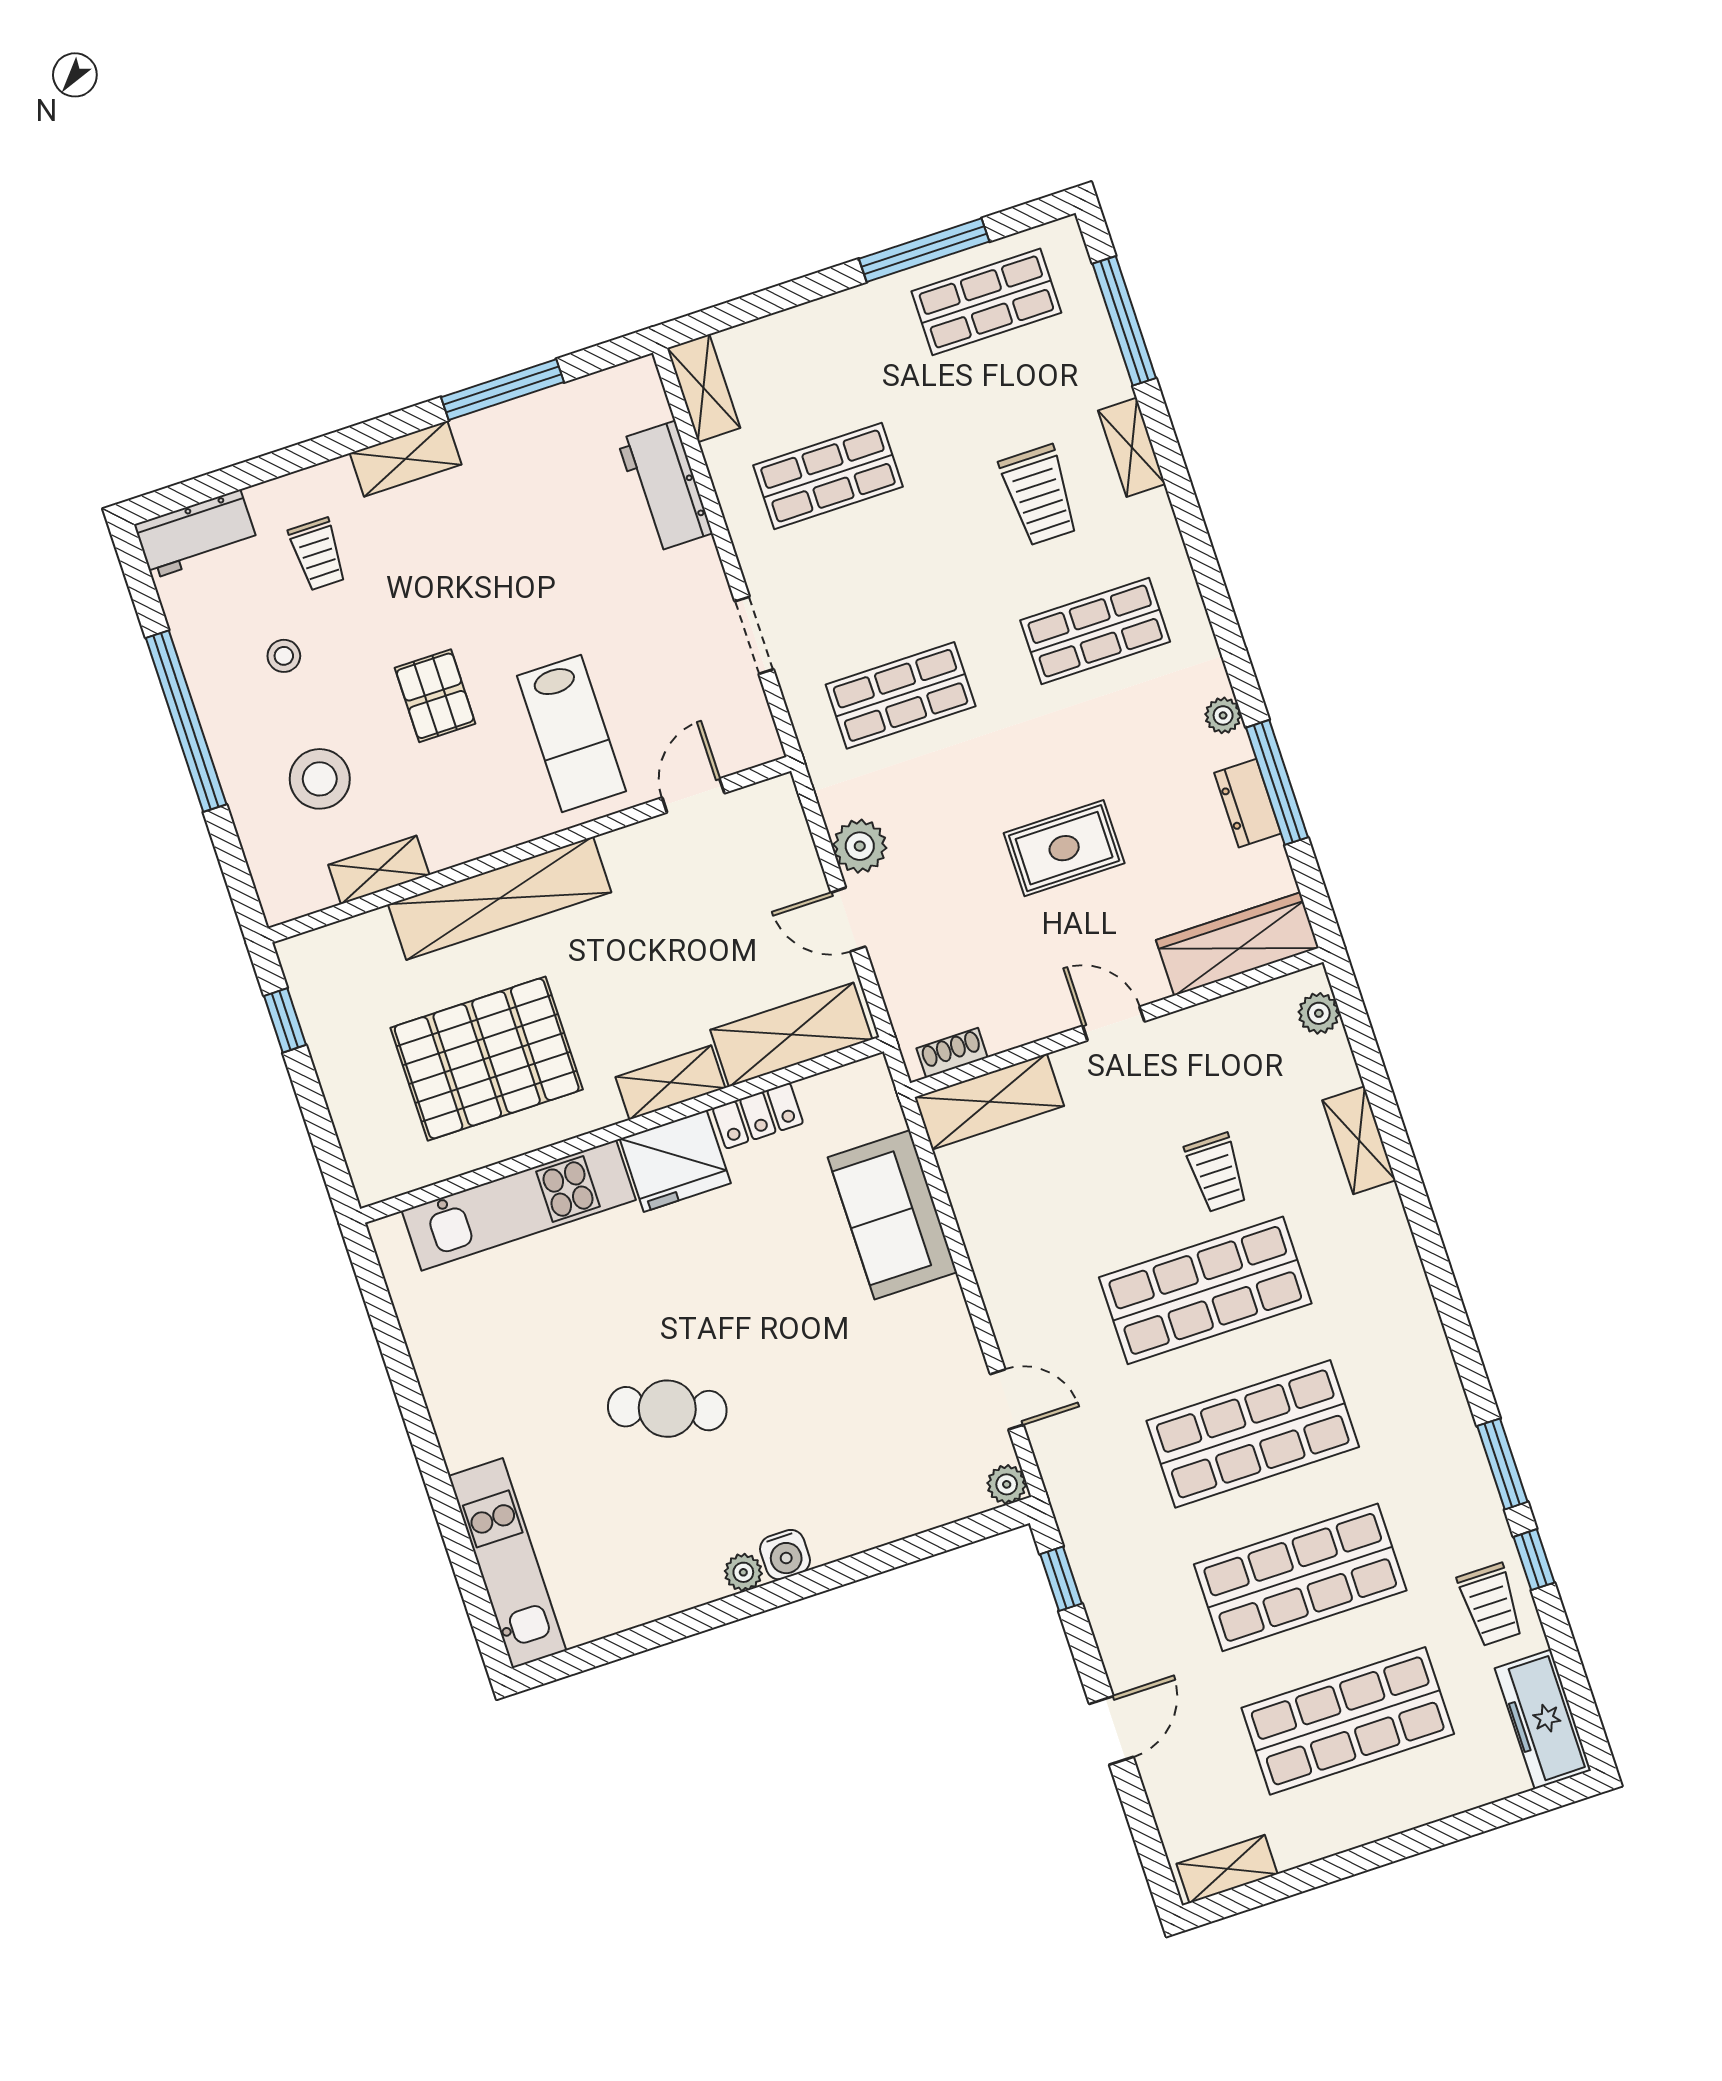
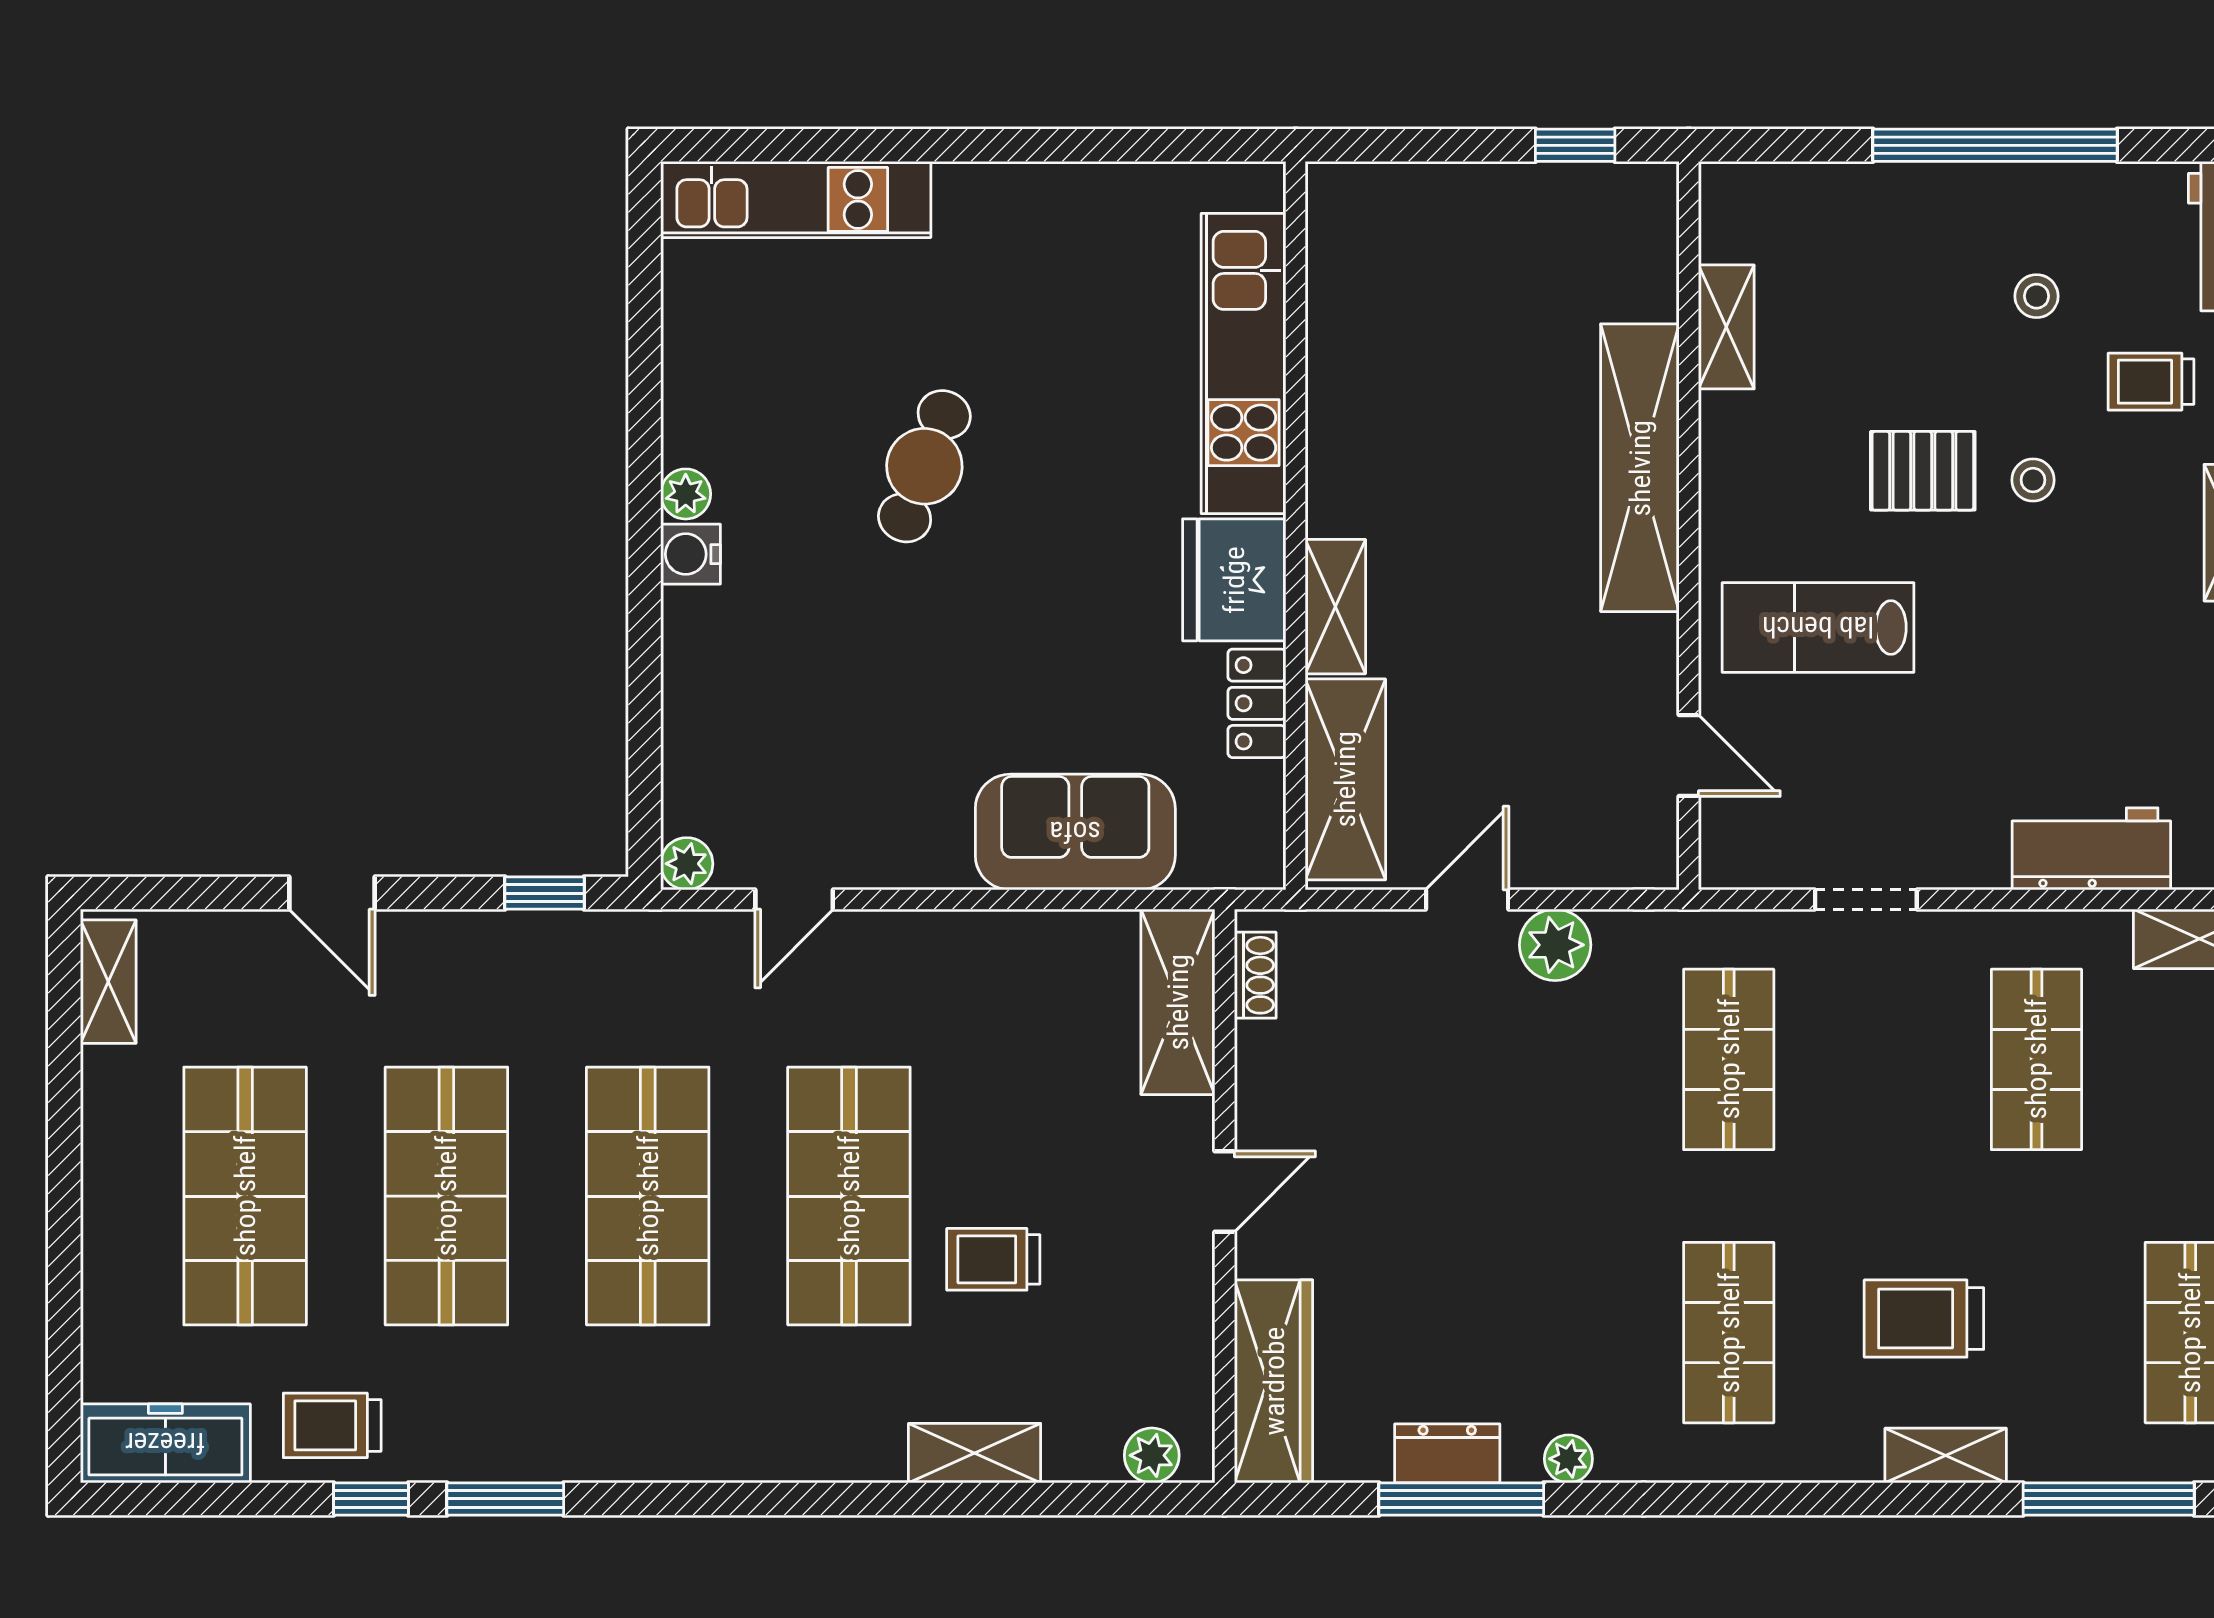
stool: (320, 779) -> (2033, 480), moved, width x0.53, depth x0.53
rug: (1064, 848) -> (1467, 1202), removed
pallet: (487, 1059) -> (1442, 384), removed

